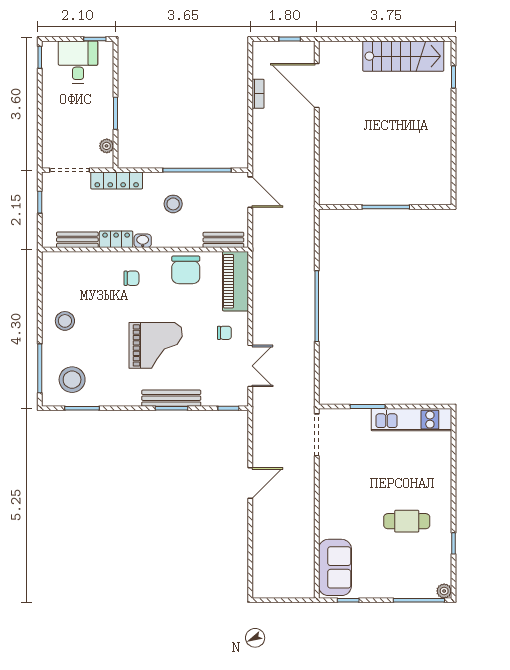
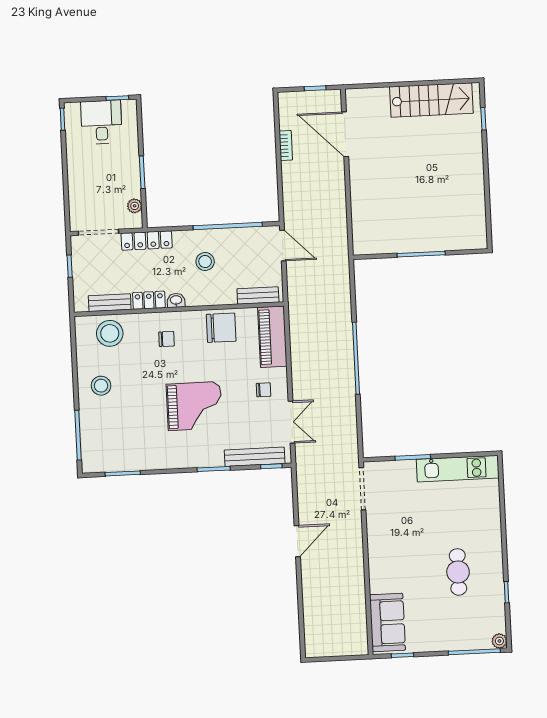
chair: (186, 270) -> (221, 328), turned -90
stool: (72, 380) -> (110, 333), moved
bench: (171, 398) -> (255, 457), moved
cafe table: (407, 521) -> (458, 572), turned 90

